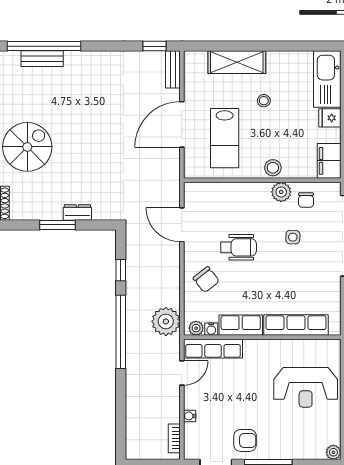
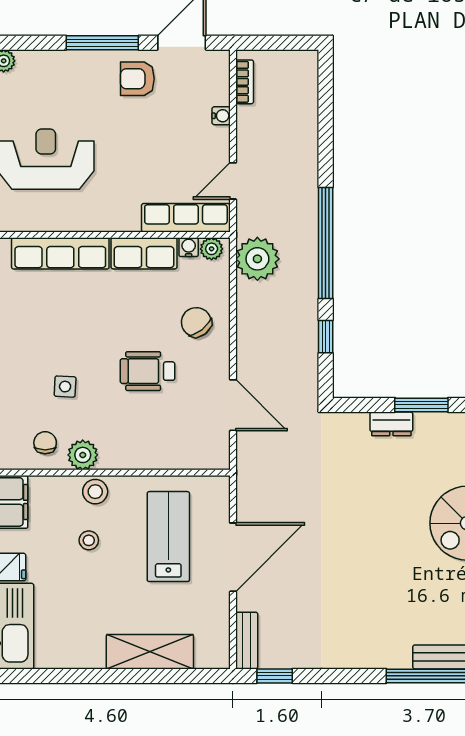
stool: (264, 101) -> (89, 540), moved

